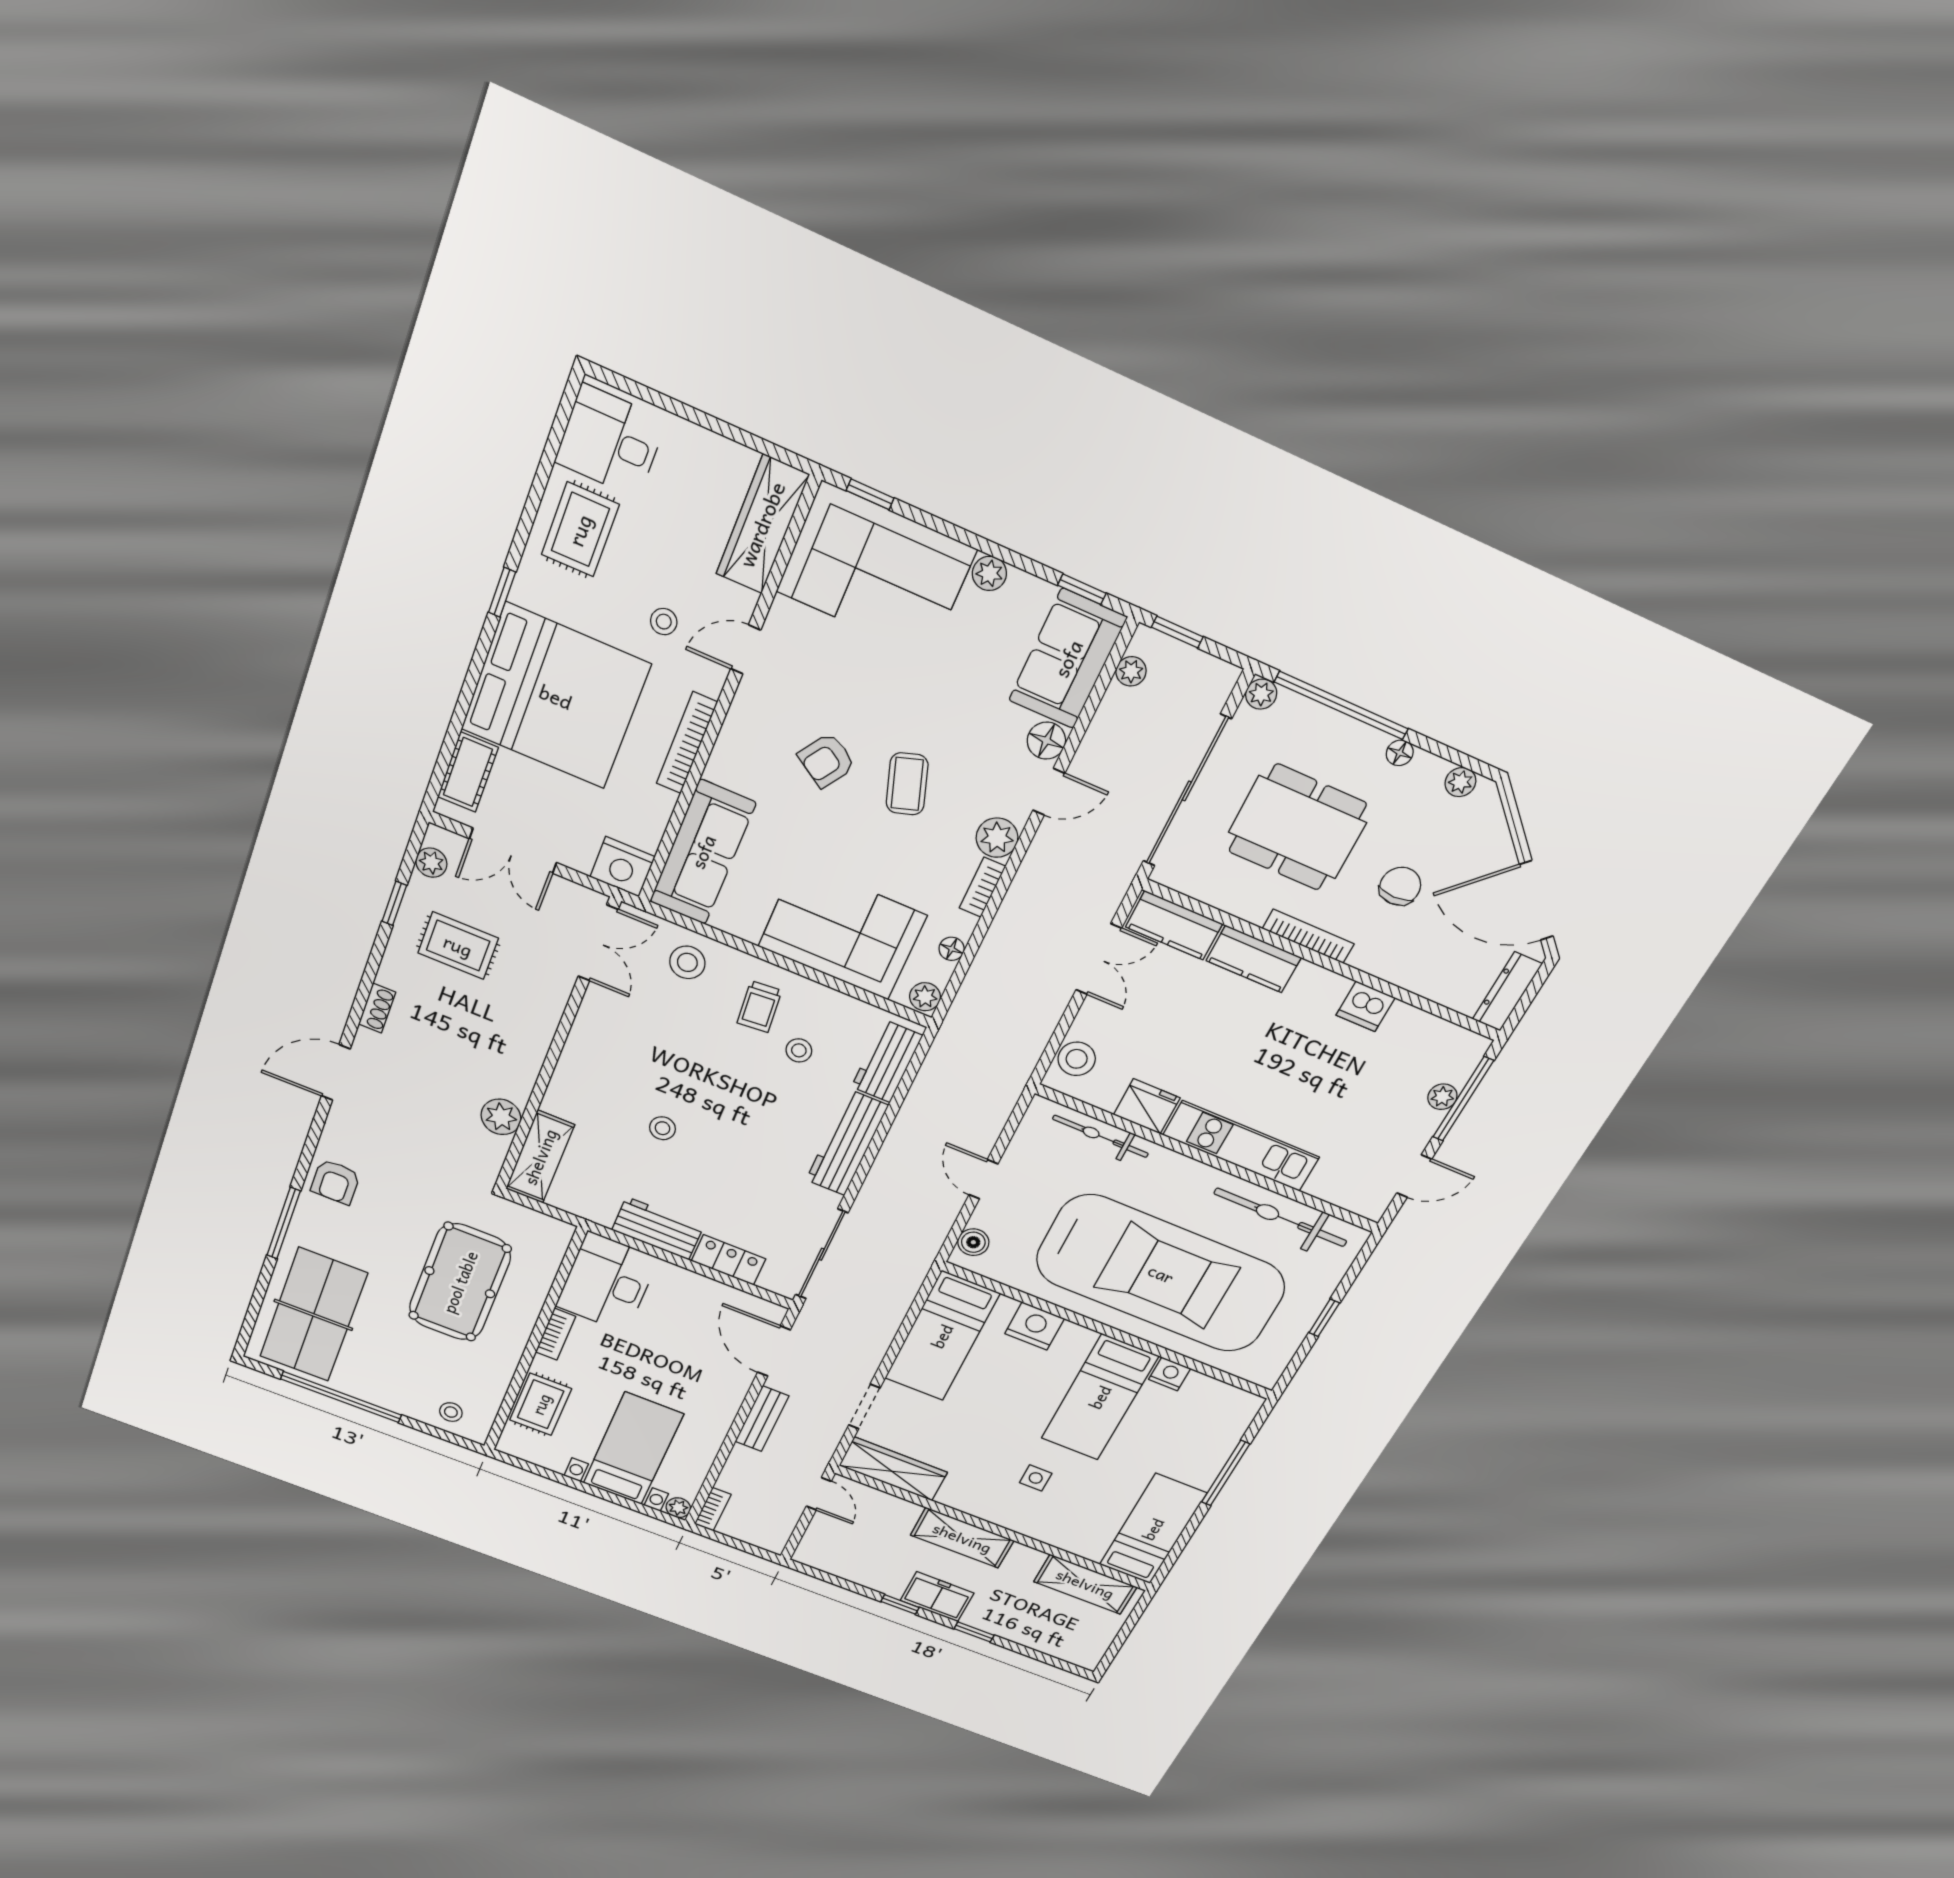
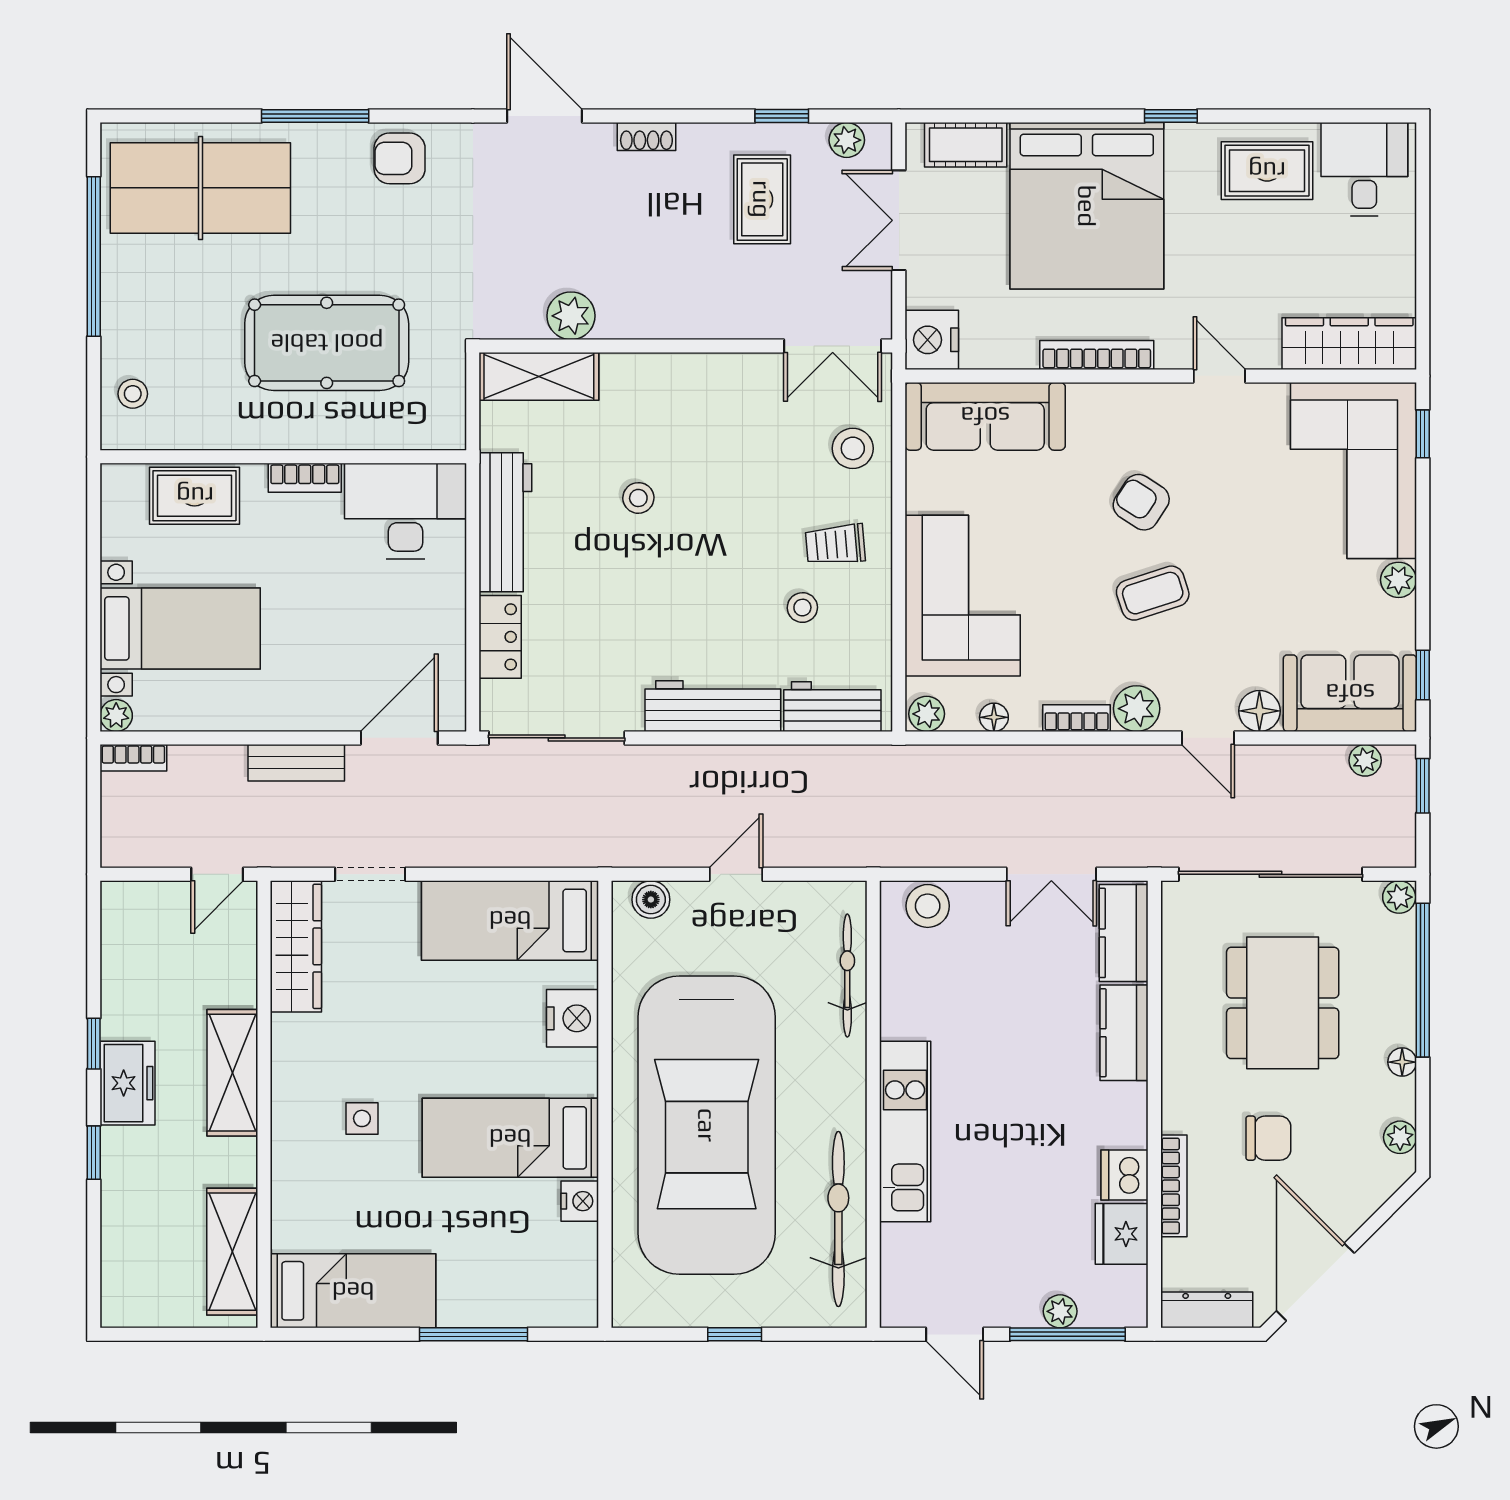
stool: (664, 622) -> (1212, 285), removed
bookcase: (1308, 936) -> (1174, 1186), moved
fridge: (1147, 1106) -> (1122, 1234), moved, turned 180
workbench: (658, 1228) -> (505, 522), width x1.38

